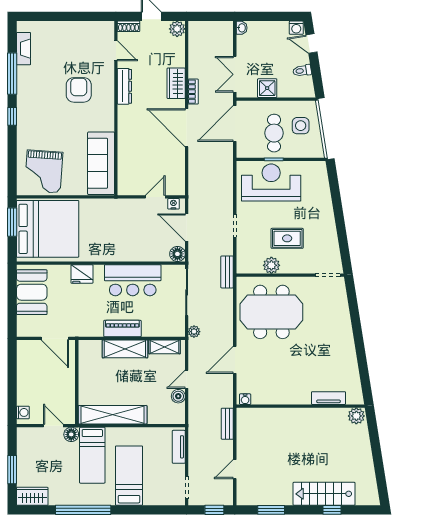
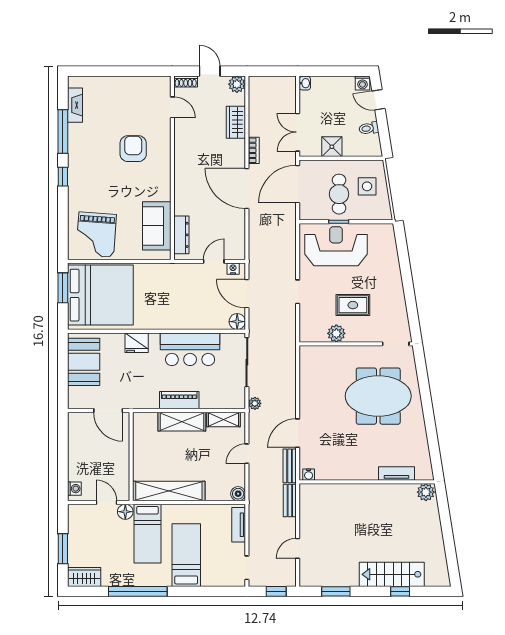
wardrobe: (176, 83) -> (236, 122), moved
dresser: (124, 86) -> (181, 235), moved
sofa: (101, 163) -> (157, 226), width x0.73
bench: (227, 272) -> (290, 466), moved
meeting table: (271, 312) -> (378, 396), moved
boiler: (178, 396) -> (238, 494), moved

